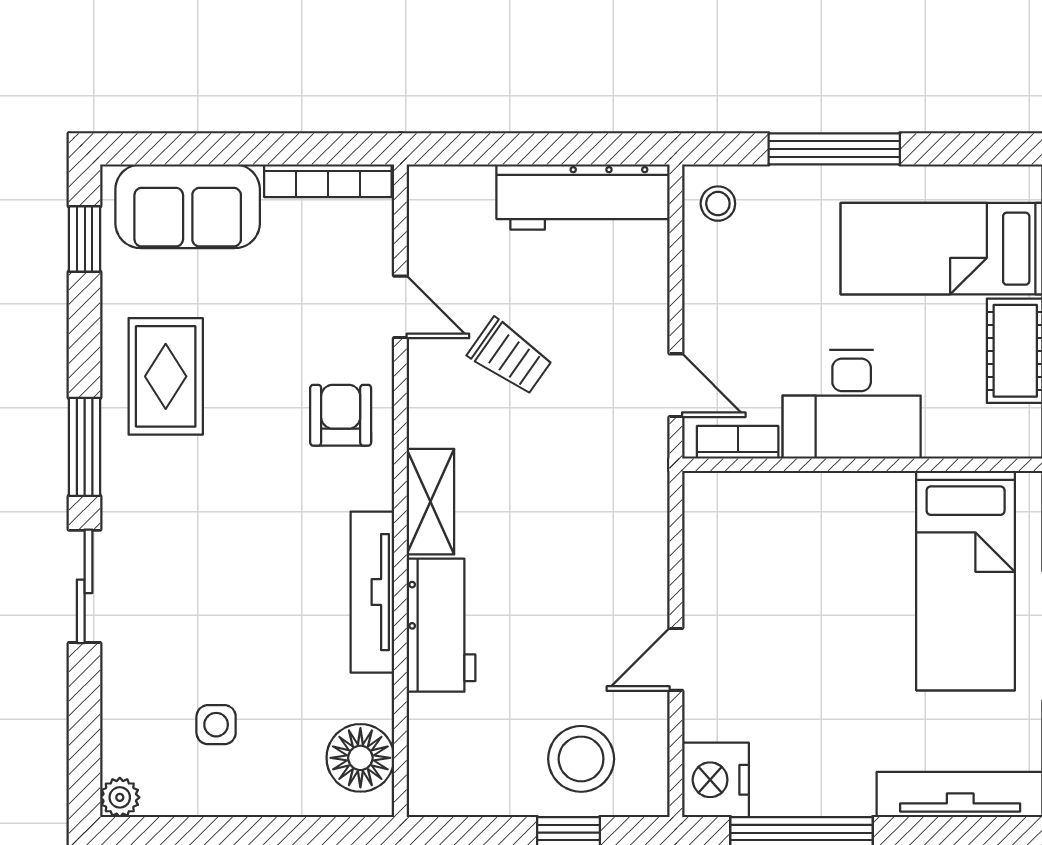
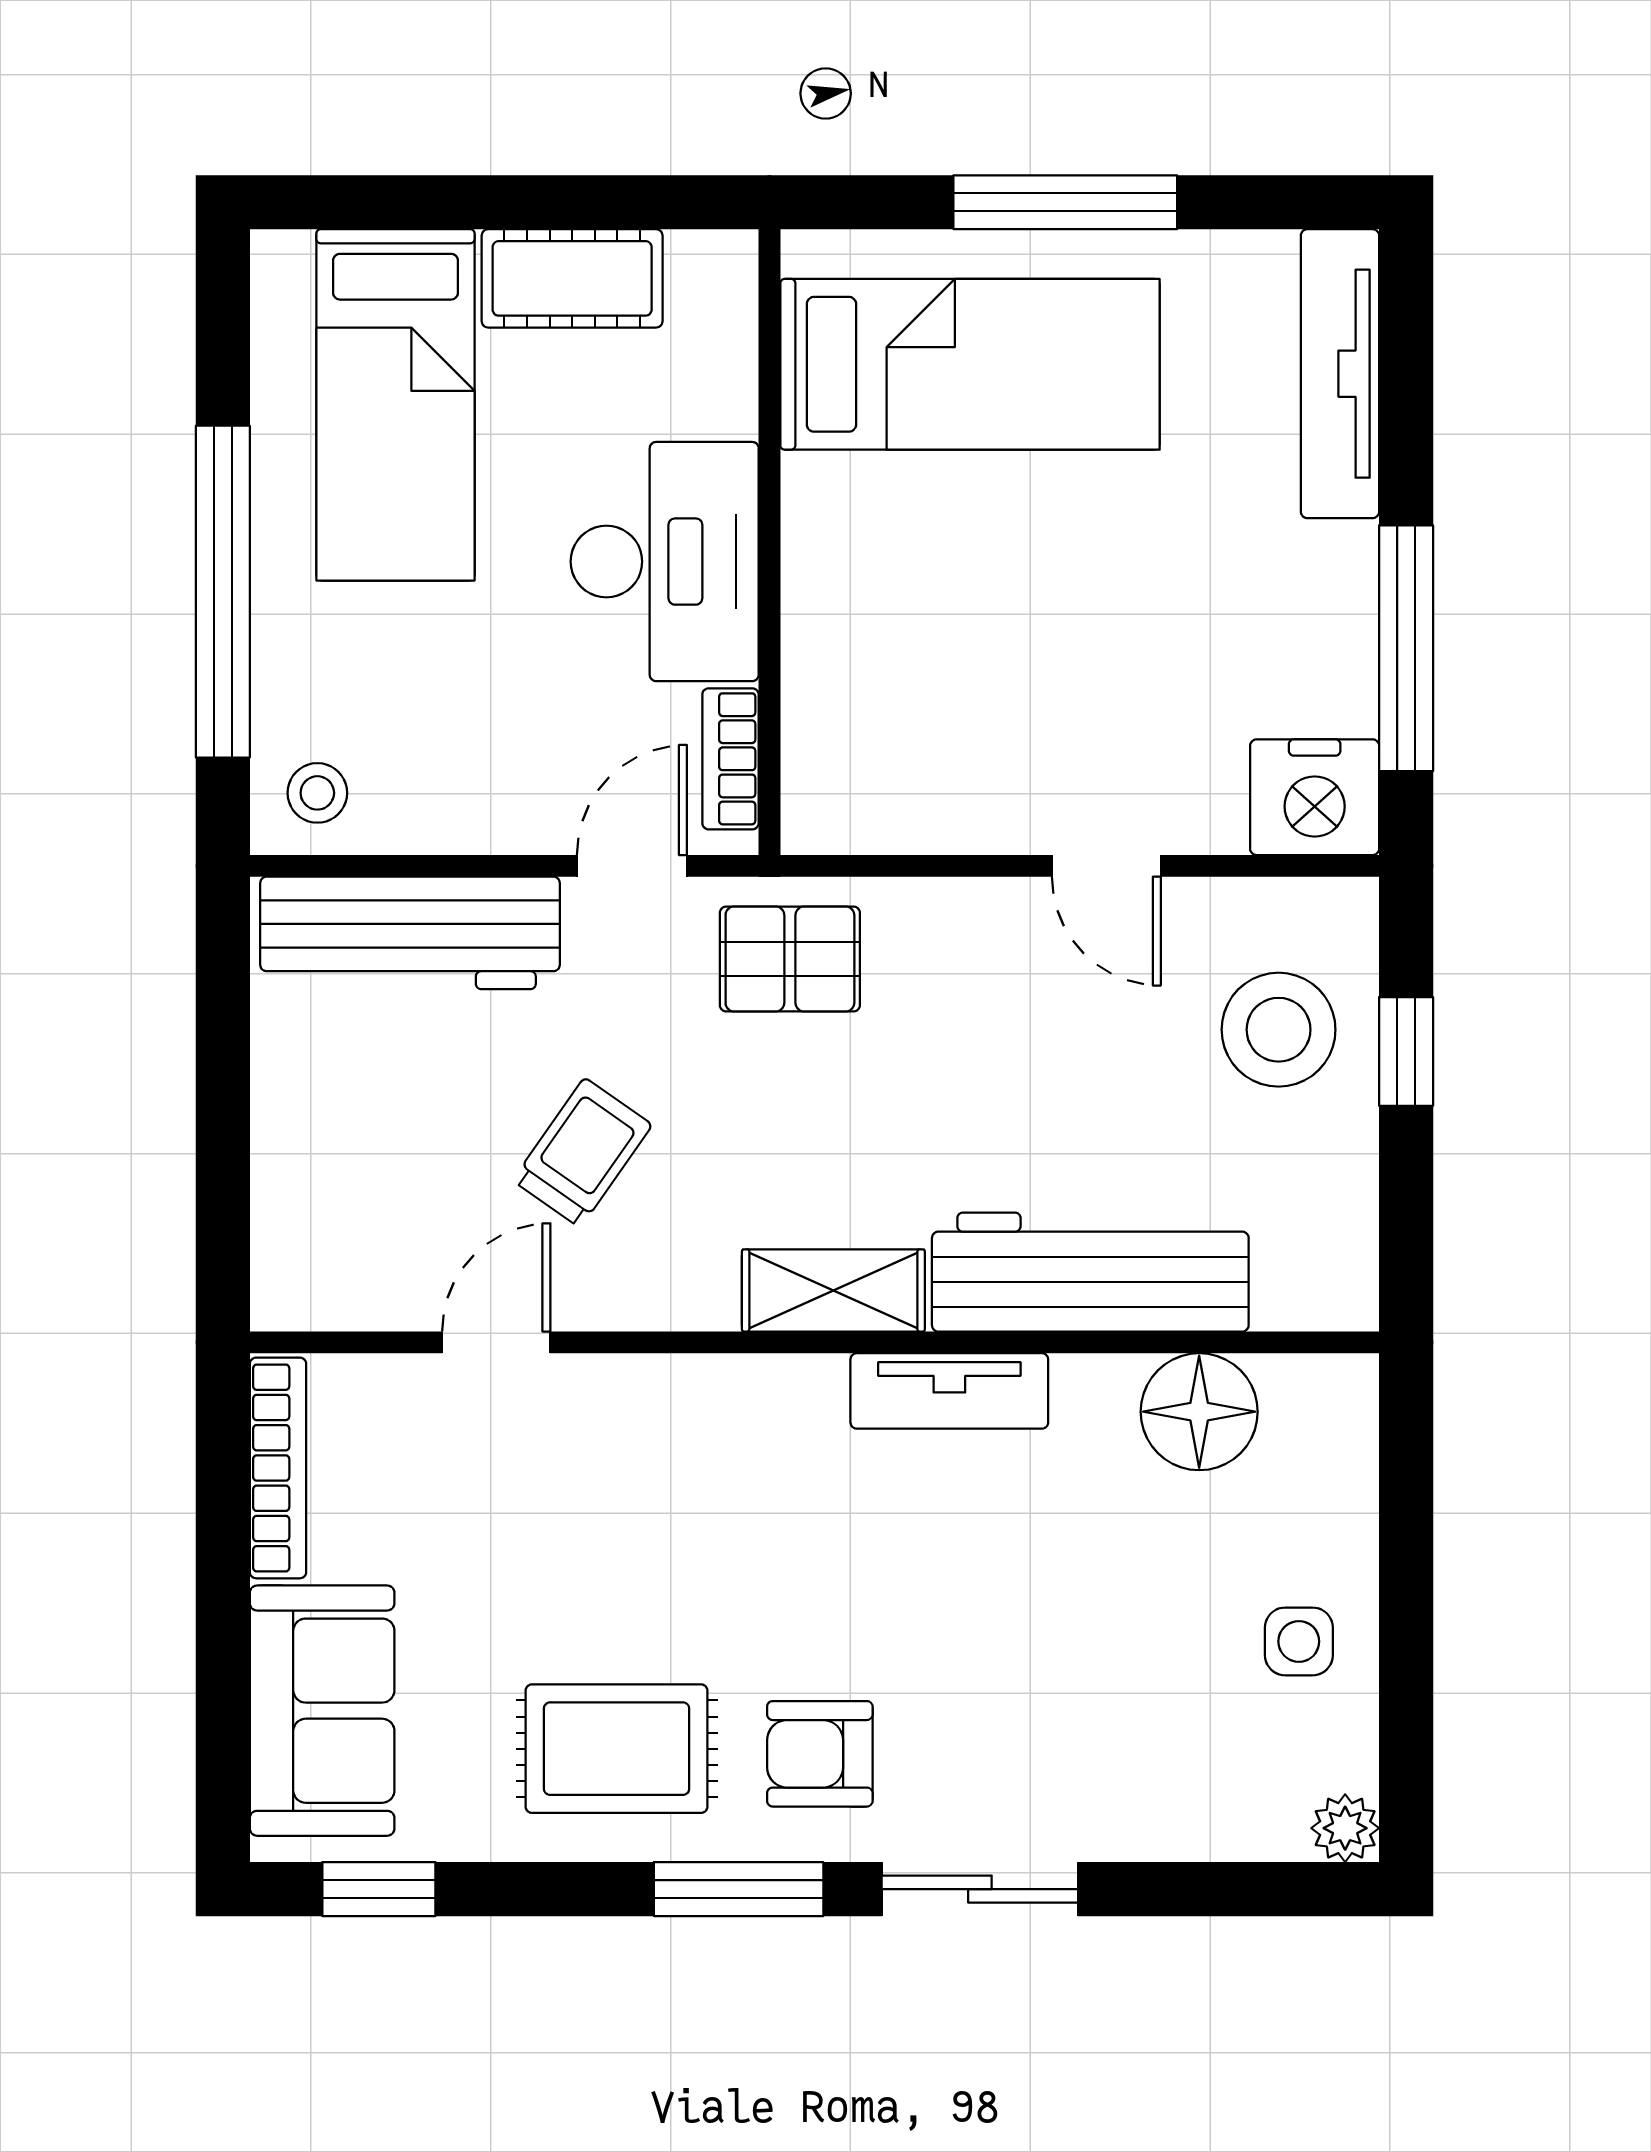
window: (834, 149) -> (223, 592), width x1.46
workbench: (583, 197) -> (410, 933), moved, turned 90
armchair: (341, 415) -> (820, 1754), moved
pallet: (622, 477) -> (790, 959), added
tv unit: (372, 592) -> (949, 1391), width x0.71
workbench: (441, 625) -> (1090, 1272), width x1.38
side table: (216, 725) -> (1299, 1641), moved
floor lamp: (360, 758) -> (1199, 1412), moved

